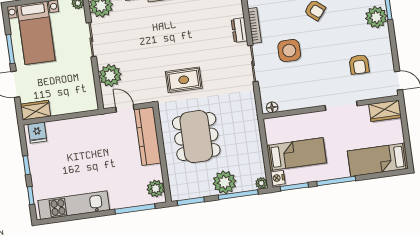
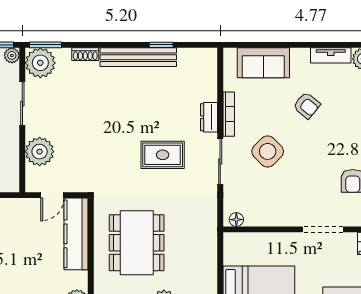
side table: (289, 51) -> (268, 151), turned 45
rug: (184, 80) -> (163, 155), moved
door: (125, 108) -> (52, 195), swing flipped

